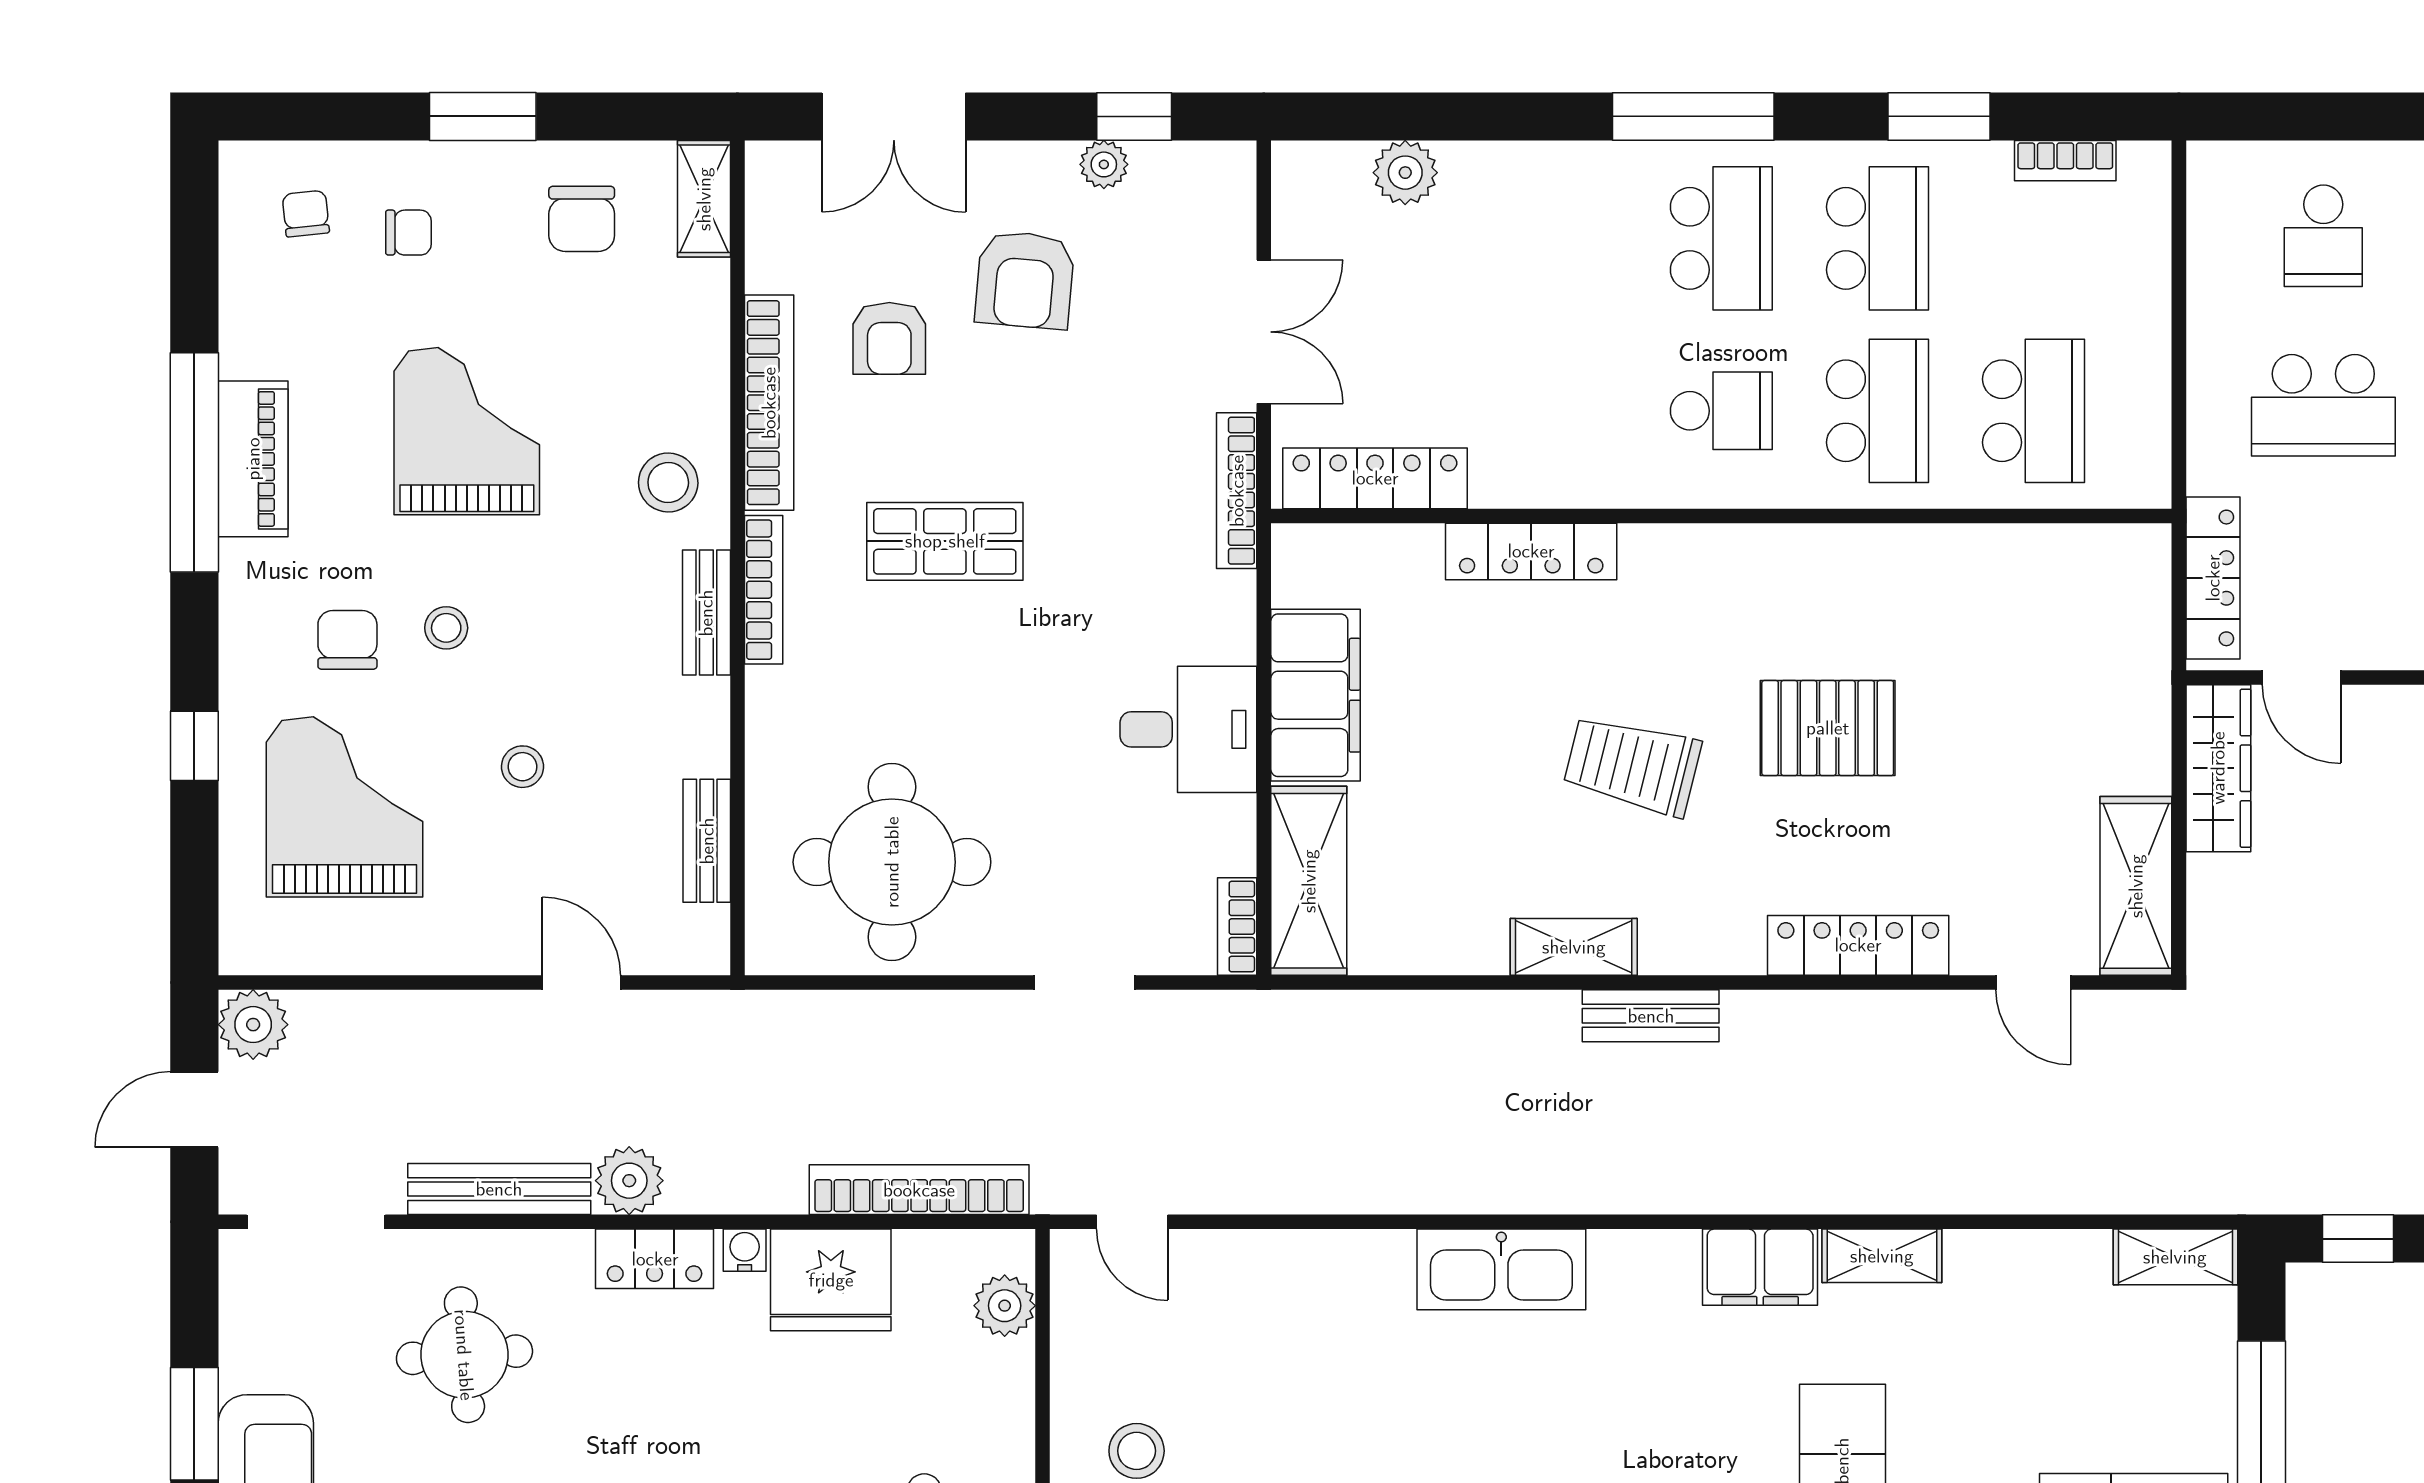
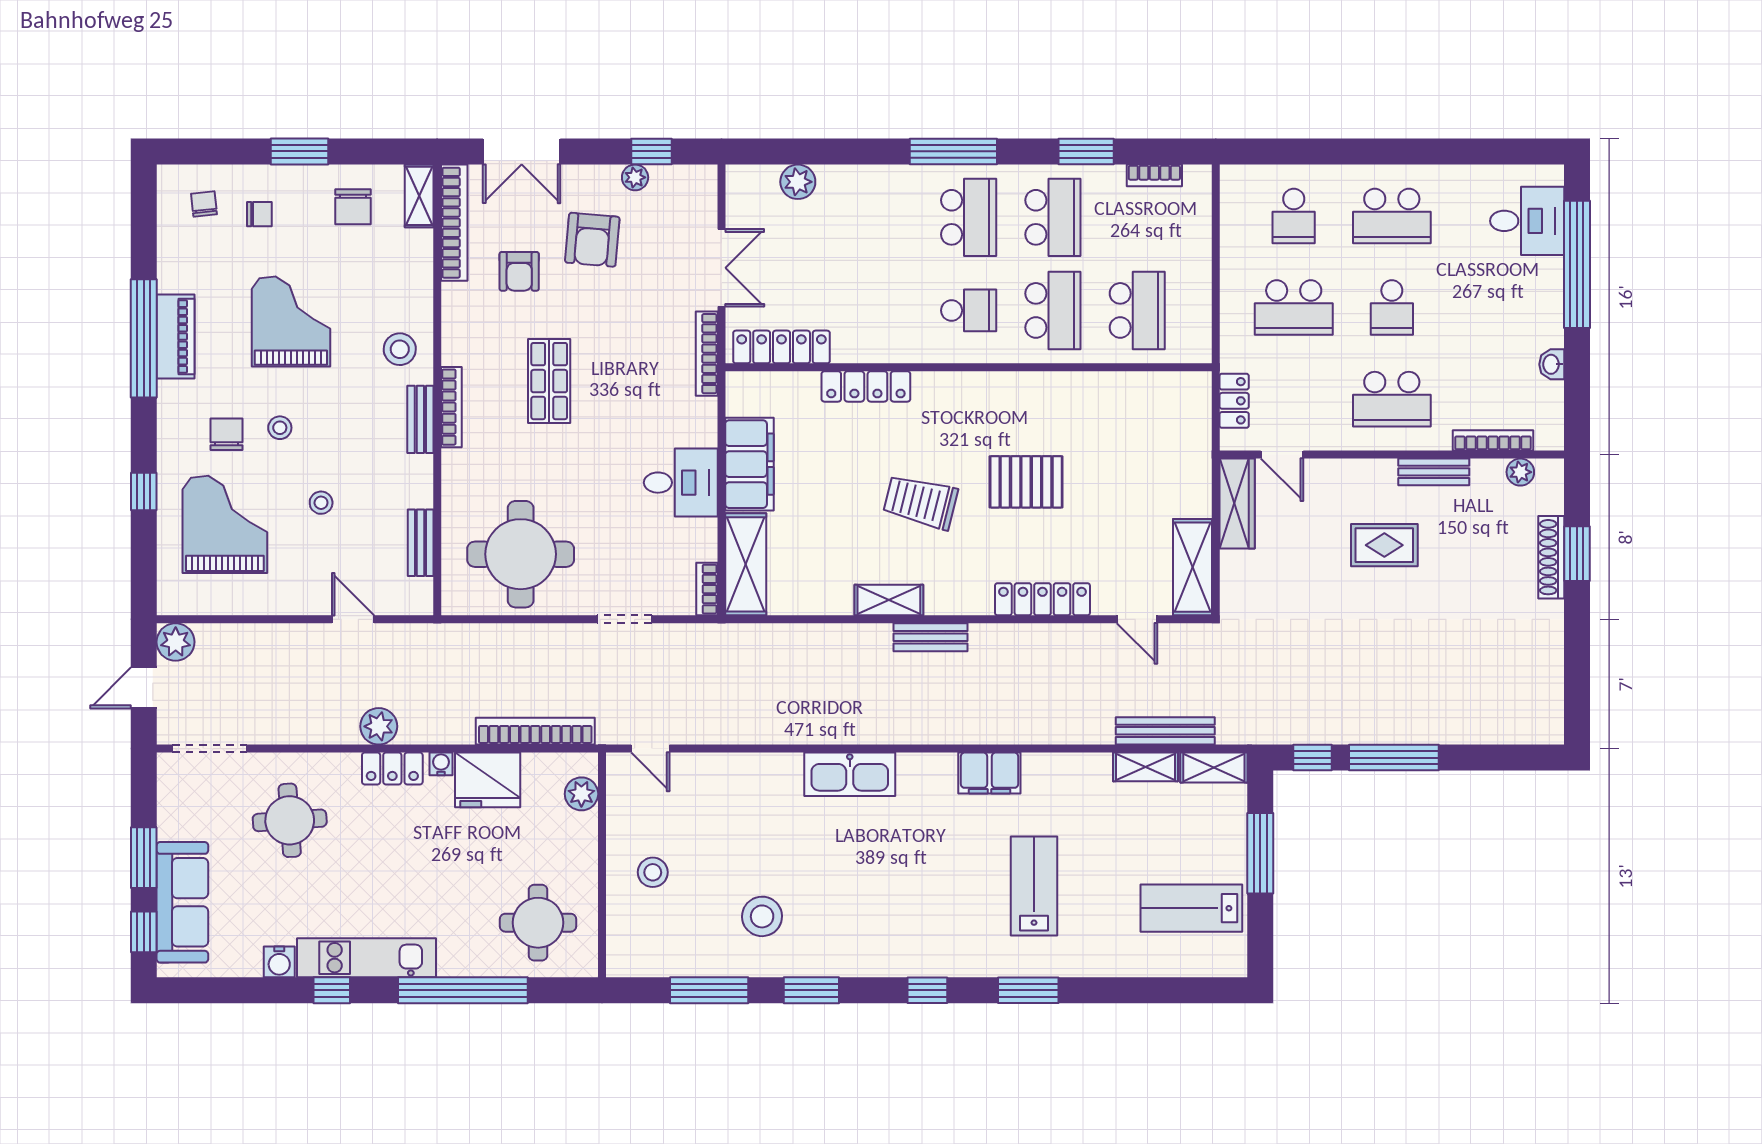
bookcase: (769, 403) -> (454, 223), moved
shop shelf: (945, 541) -> (549, 381), turned 90
locker: (2213, 578) -> (1234, 401), width x0.66
bench: (499, 1189) -> (1165, 731), moved
shelving: (1882, 1256) -> (1145, 767), moved

